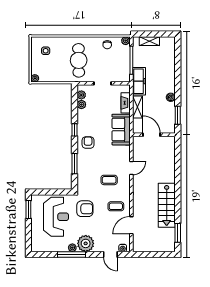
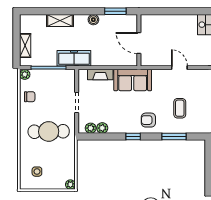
shelving: (138, 107) -> (60, 20), moved
door: (151, 135) -> (139, 43), hinge flipped
coffee table: (109, 180) -> (180, 108), moved

